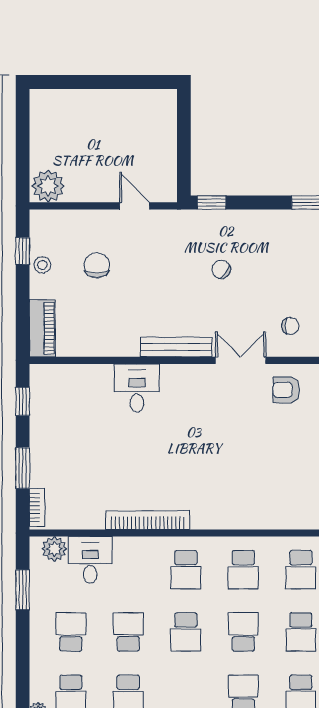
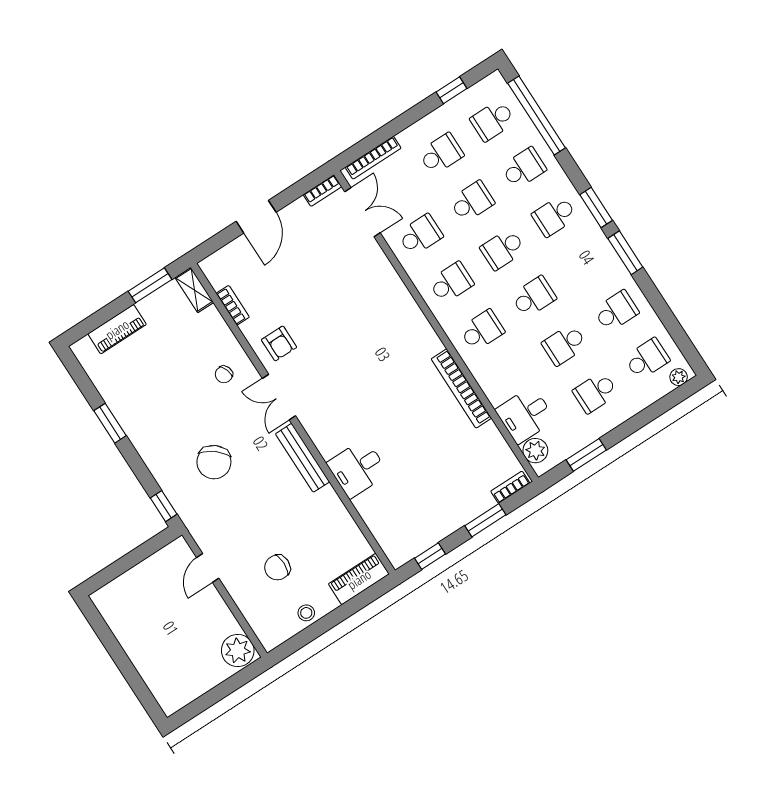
window: (23, 251) -> (305, 637), removed
chair: (221, 269) -> (214, 462), width x1.87, depth x1.87
chair: (290, 326) -> (224, 374), turned -110

